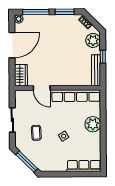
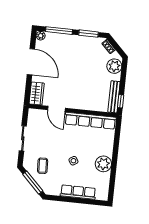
door: (12, 45) -> (31, 62), hinge flipped
window: (103, 57) -> (121, 101), moved
plant: (93, 124) -> (103, 164), moved
coffee table: (36, 133) -> (43, 166), moved
row of seats: (84, 166) -> (78, 192), moved

